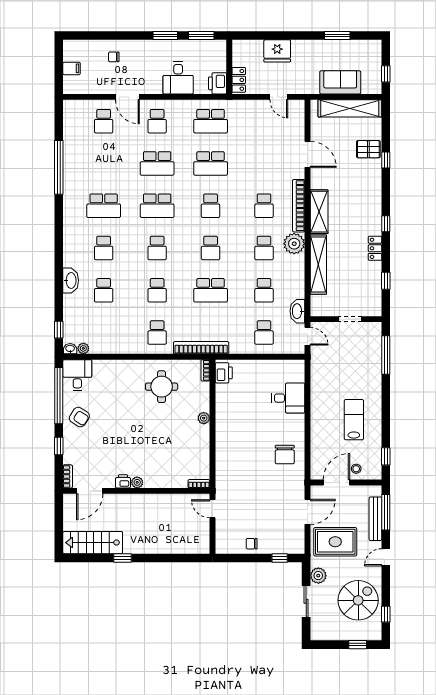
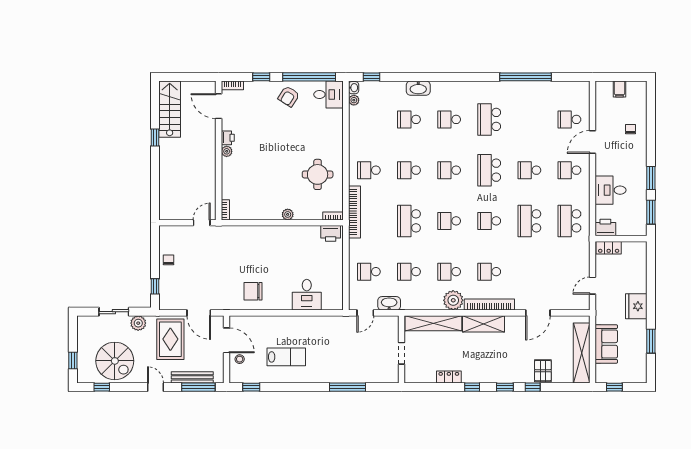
fridge: (277, 51) -> (636, 306), moved
school desk: (157, 163) -> (529, 170), width x0.54
window: (386, 281) -> (505, 387), moved
wall: (346, 319) -> (402, 349), moved
doorway: (350, 319) -> (402, 353), moved

